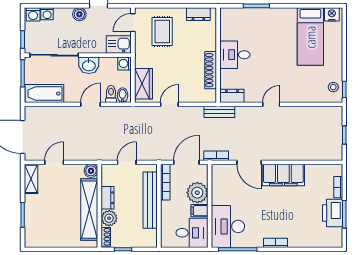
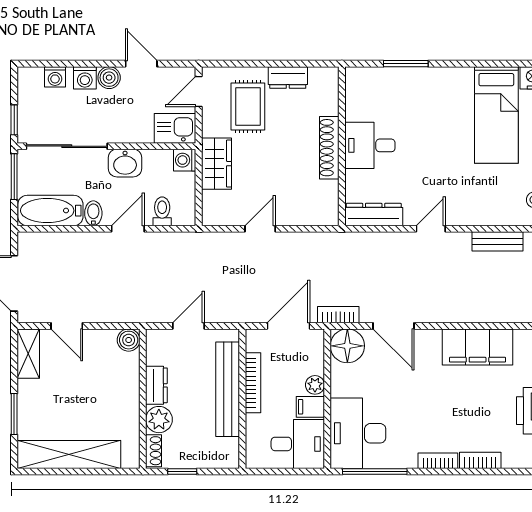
washing machine: (33, 14) -> (85, 78), moved
dresser: (198, 14) -> (288, 77), moved
shoe rack: (211, 70) -> (329, 148), moved
wardrobe: (143, 84) -> (216, 164), moved
bidet: (123, 95) -> (93, 213), moved
dresser: (232, 96) -> (374, 215), width x1.44
bench: (219, 112) -> (498, 241), moved
door: (54, 162) -> (67, 326), swing flipped
floor lamp: (221, 174) -> (347, 346), added
filing cabinet: (283, 175) -> (478, 347), moved
bookcase: (165, 182) -> (253, 383), moved
plant: (197, 193) -> (315, 385), width x0.53, depth x0.53
shelving: (89, 210) -> (69, 454), moved, turned 90
bookcase: (301, 243) -> (480, 460), added

